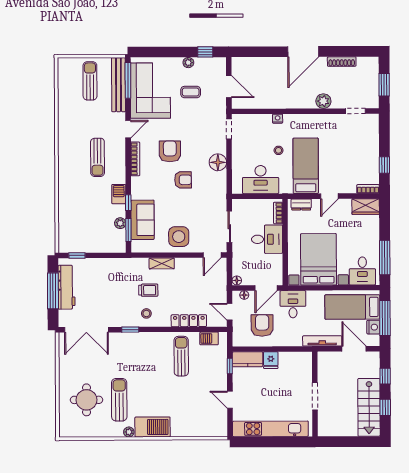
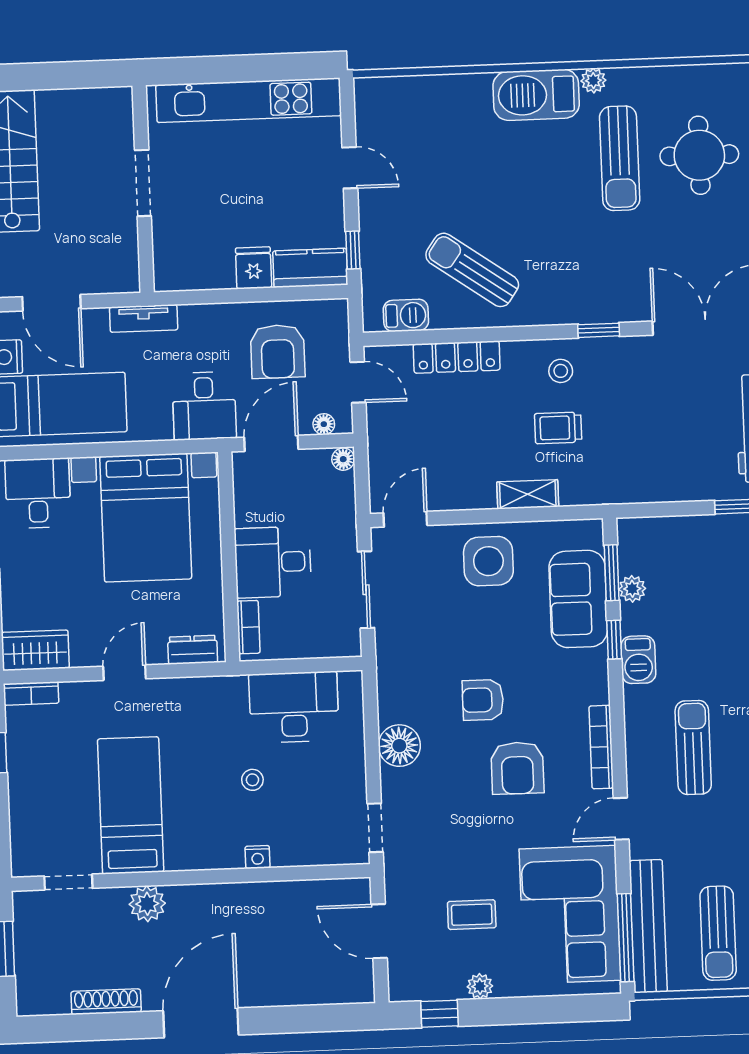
bed: (306, 166) -> (131, 805), moved, turned 180
tv unit: (322, 341) -> (144, 318), width x0.71
sun lounger: (181, 356) -> (472, 270), turned 125

